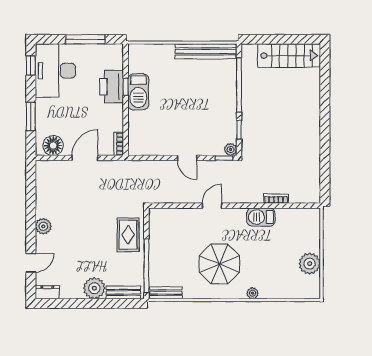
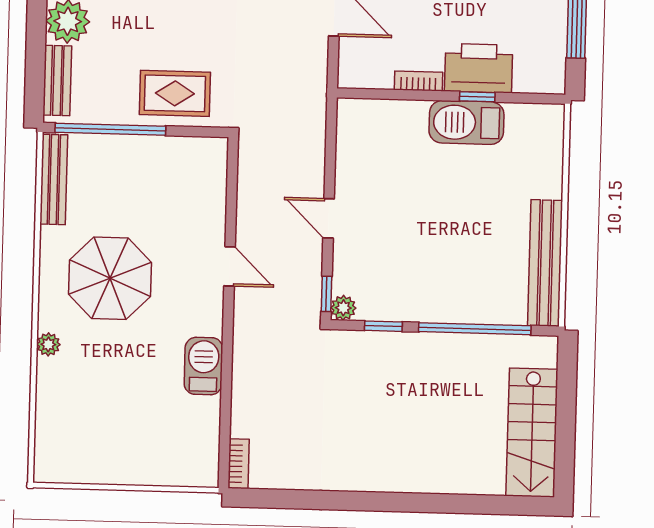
bookcase: (119, 144) -> (418, 81), moved
door: (187, 158) -> (329, 218), hinge flipped
bookcase: (276, 199) -> (239, 464), moved
plant: (310, 264) -> (106, 463), removed
bench: (166, 293) -> (54, 179), width x1.36

